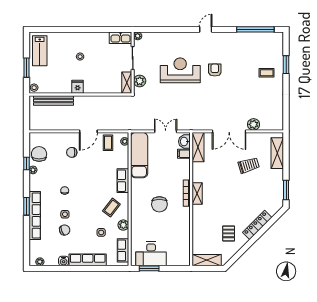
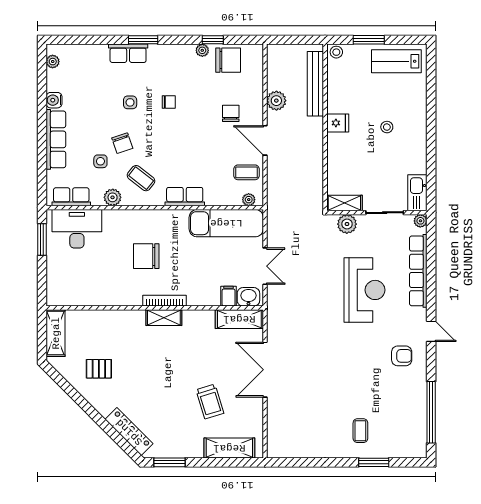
row of seats: (168, 37) -> (418, 271), added
armchair: (215, 70) -> (402, 356), moved
plant: (254, 124) -> (276, 101), moved
row of seats: (35, 215) -> (128, 53), width x0.50
locker: (257, 225) -> (129, 432), moved
chair: (65, 230) -> (122, 143), moved
desk: (151, 254) -> (77, 229), moved, turned 90

